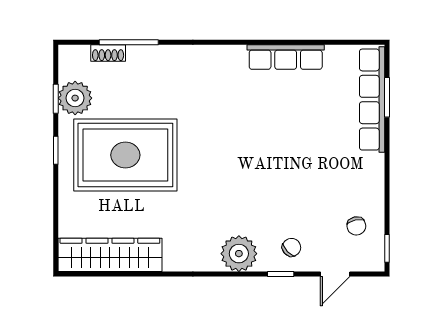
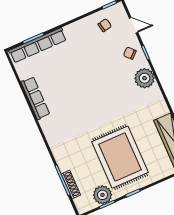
shoe rack: (108, 53) -> (71, 185), width x1.43

